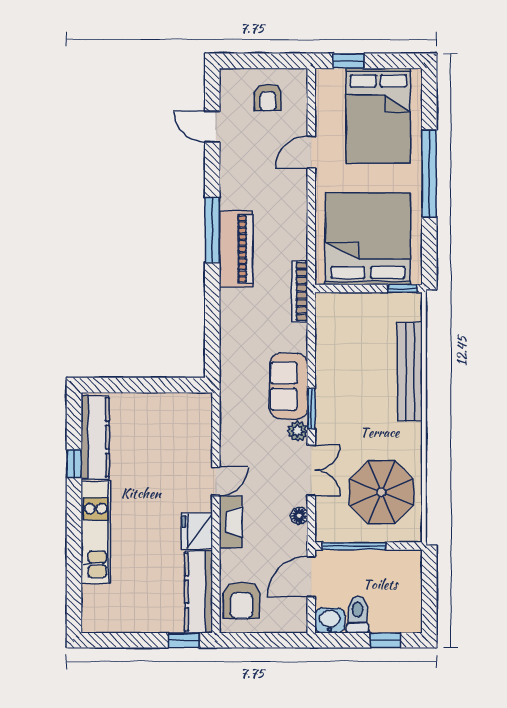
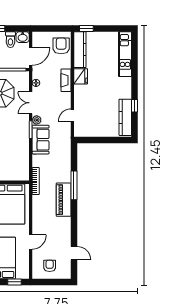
window: (212, 230) -> (74, 185), moved
door: (216, 481) -> (72, 115), moved
kitchen unit: (96, 532) -> (125, 54), moved

